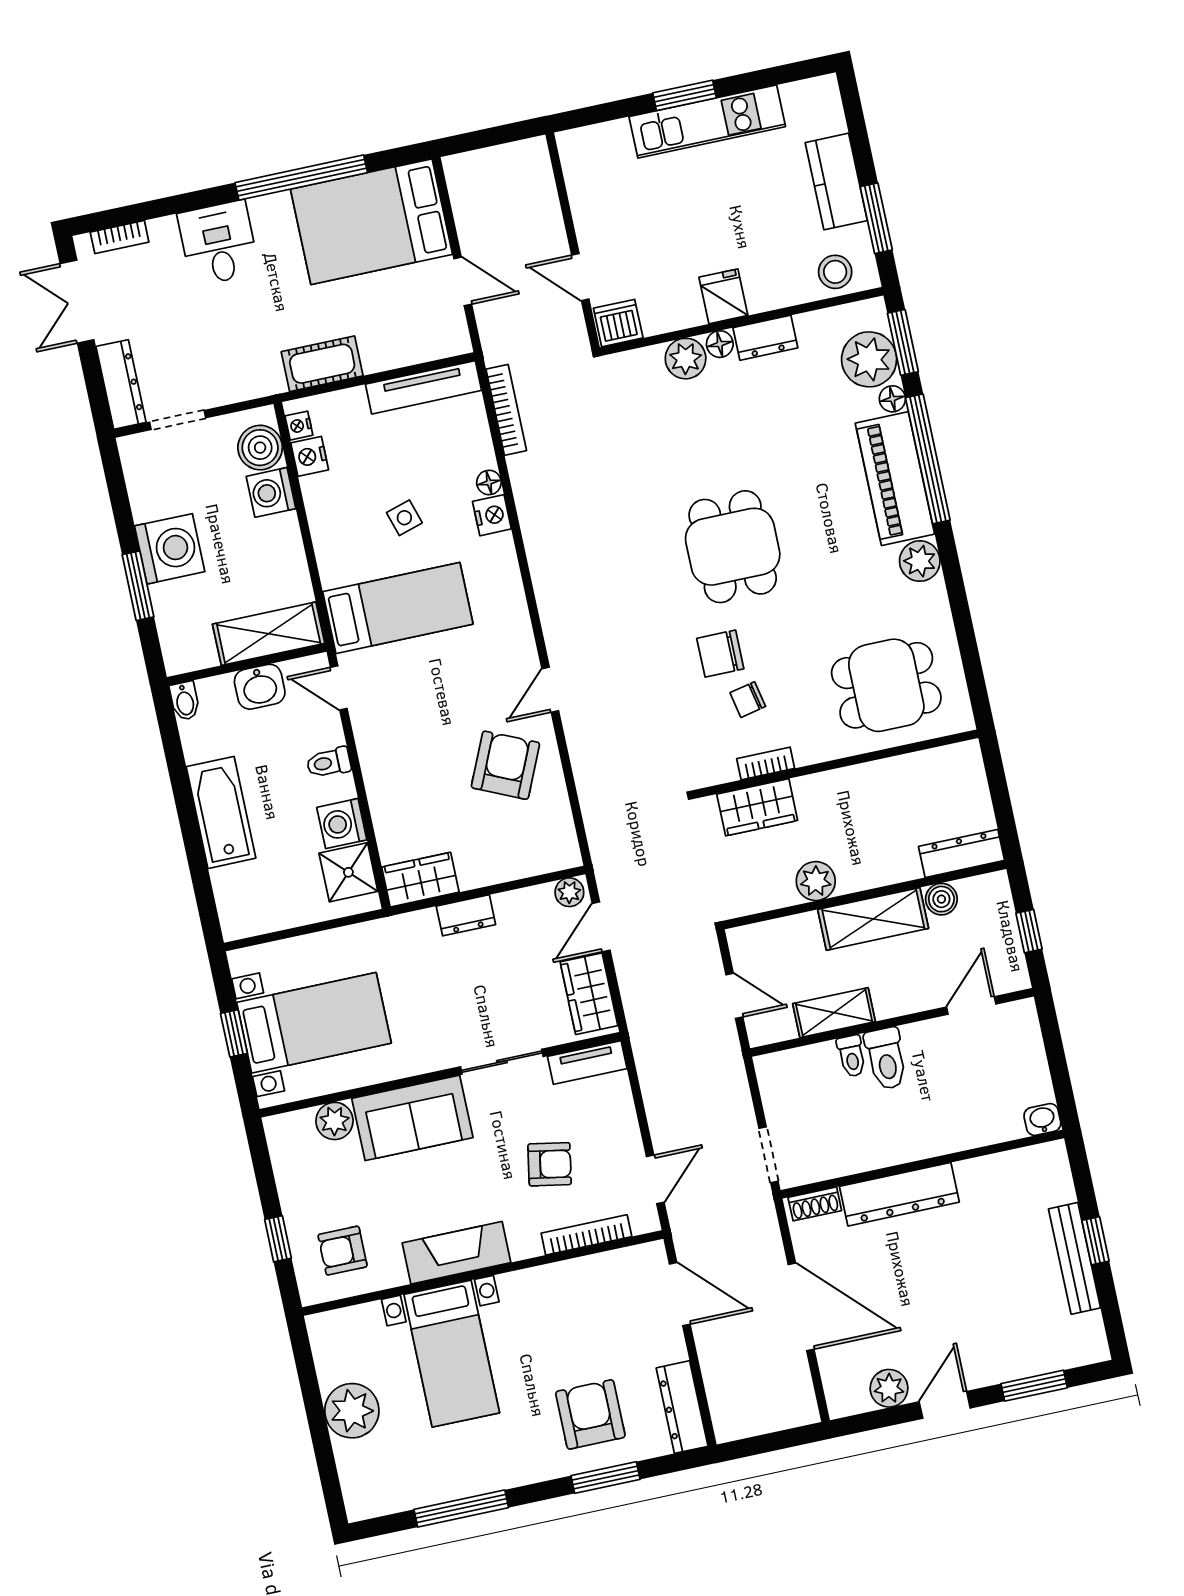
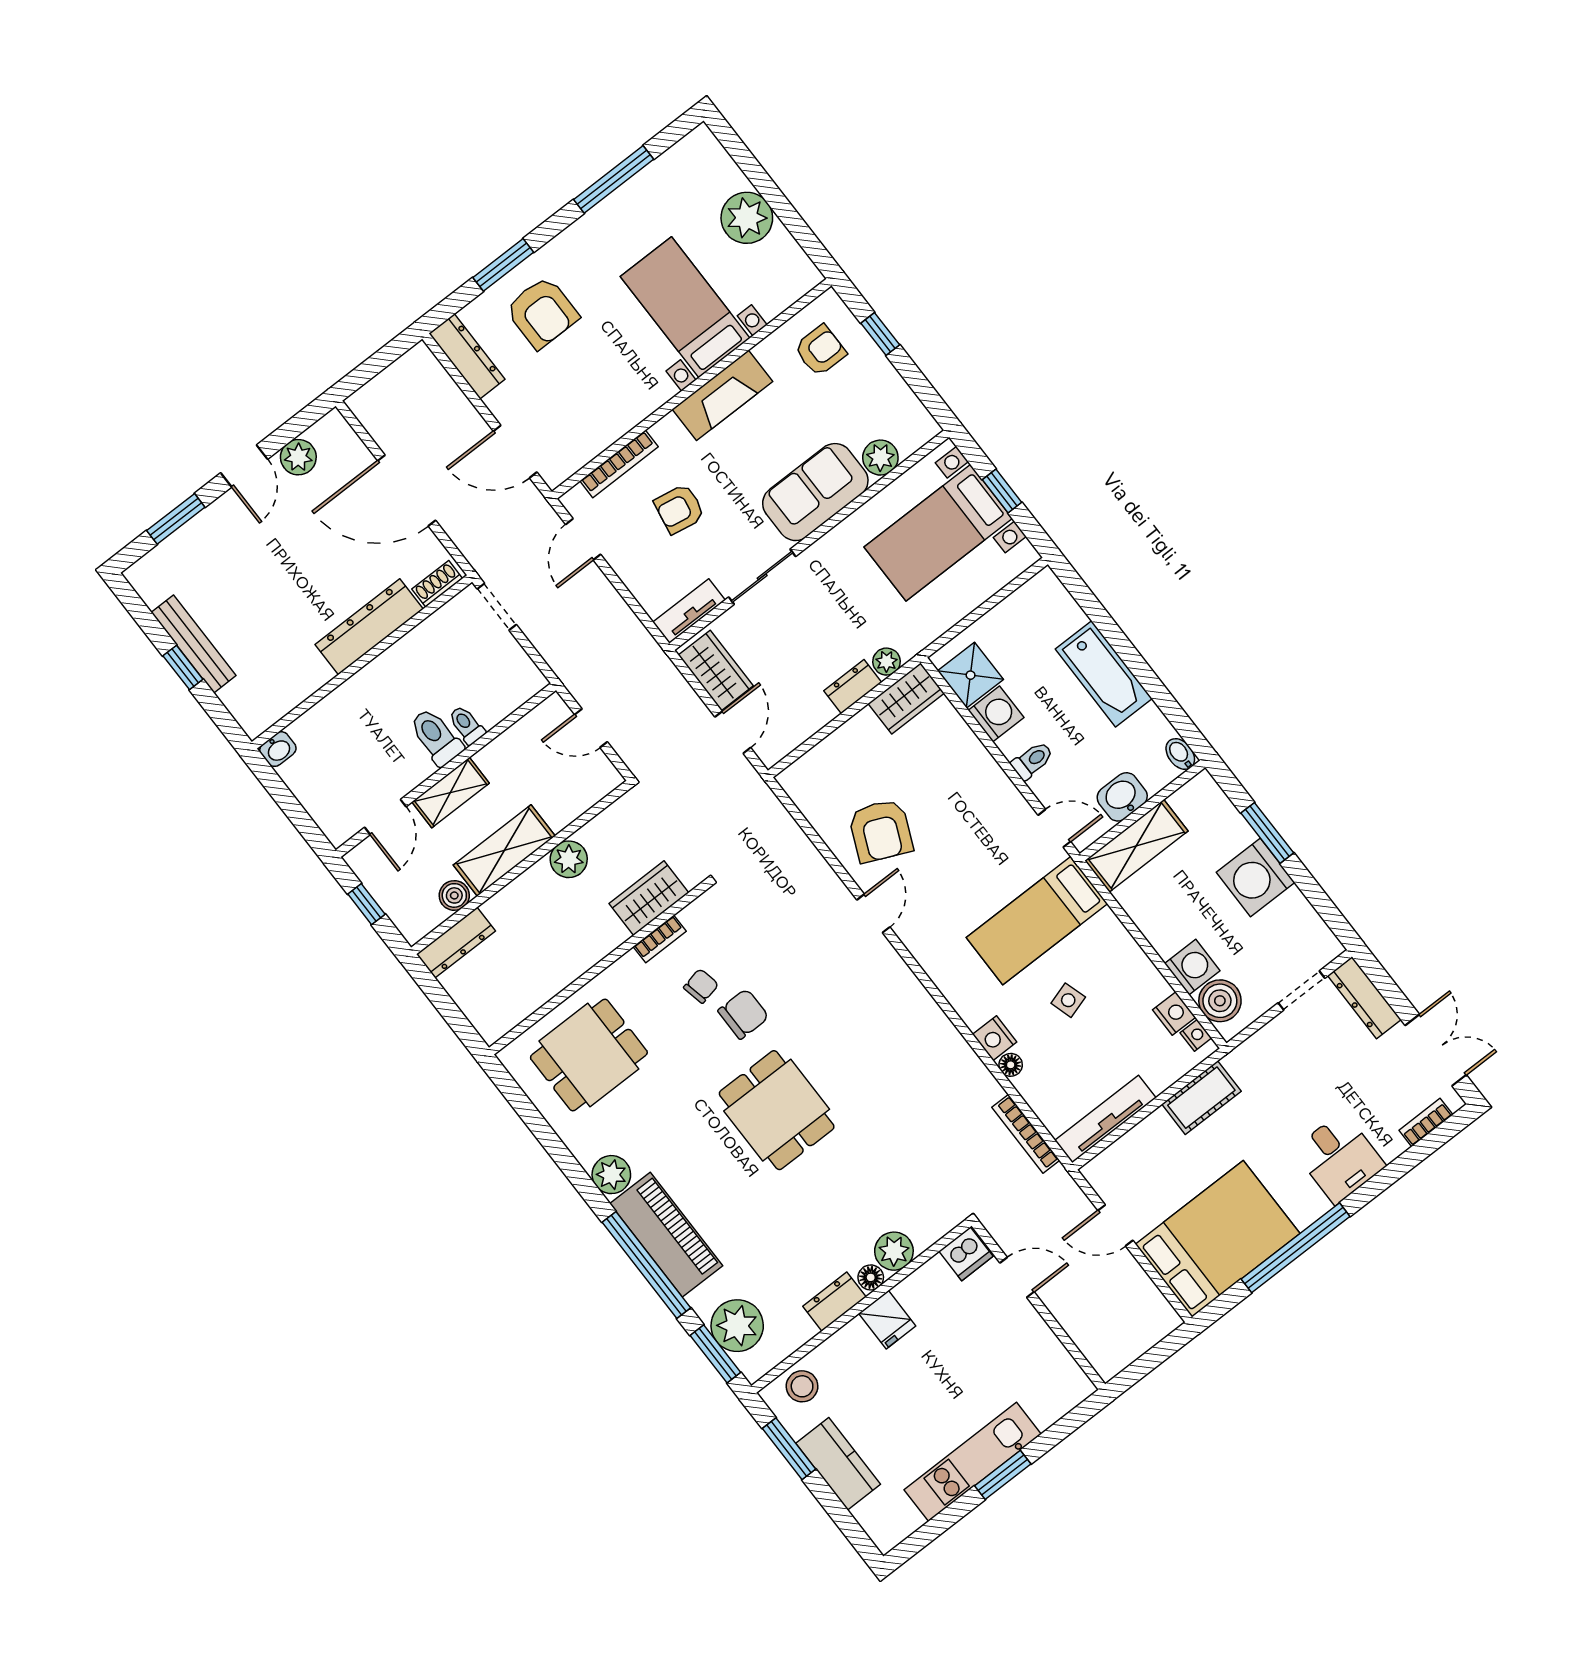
floor lamp: (892, 399) -> (701, 1302), removed
plant: (569, 892) -> (887, 662), moved
shelving: (834, 1013) -> (450, 792), moved

